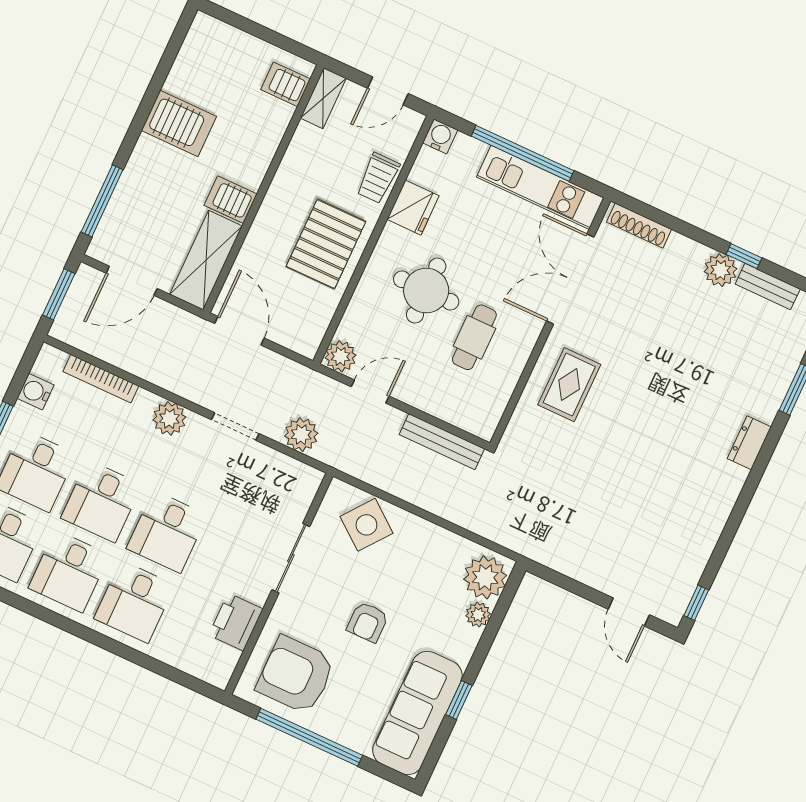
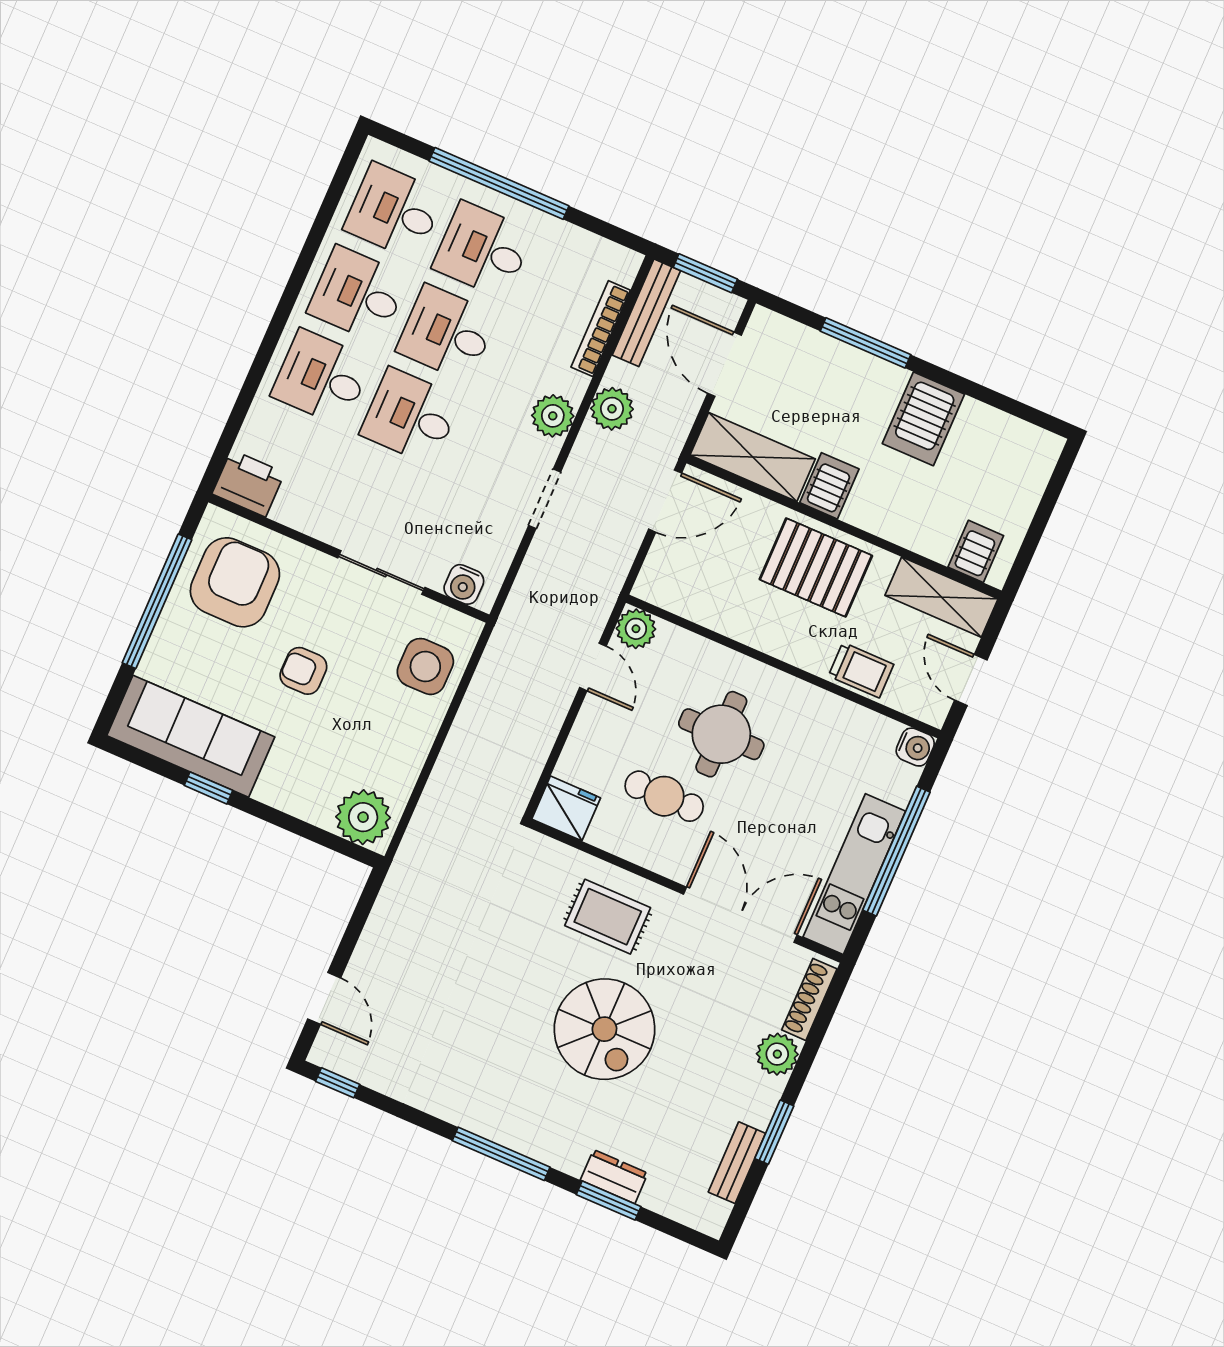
shelving: (323, 98) -> (941, 597), width x1.50, depth x1.33
trolley: (378, 178) -> (861, 670), turned 180
window: (102, 201) -> (865, 343), moved
fridge: (413, 208) -> (566, 808), moved, turned 180
pallet: (326, 244) -> (816, 568), moved
window: (744, 256) -> (774, 1132), width x1.50
plant: (721, 270) -> (777, 1054), moved
spiral stairs: (659, 389) -> (604, 1029), added
water cooler: (35, 392) -> (464, 584), moved, turned 180
plant: (301, 435) -> (612, 409), moved
bench: (442, 442) -> (646, 313), moved
dresser: (749, 443) -> (614, 1177), moved
window: (756, 474) -> (501, 1154), added
side table: (366, 525) -> (425, 666), turned -38
door: (629, 612) -> (324, 998), swing flipped
plant: (478, 615) -> (316, 809), removed
printer: (236, 622) -> (248, 483), moved

